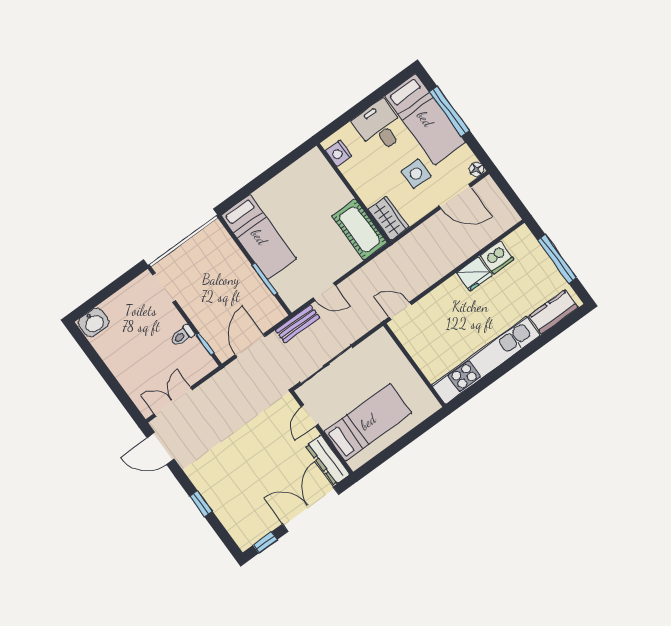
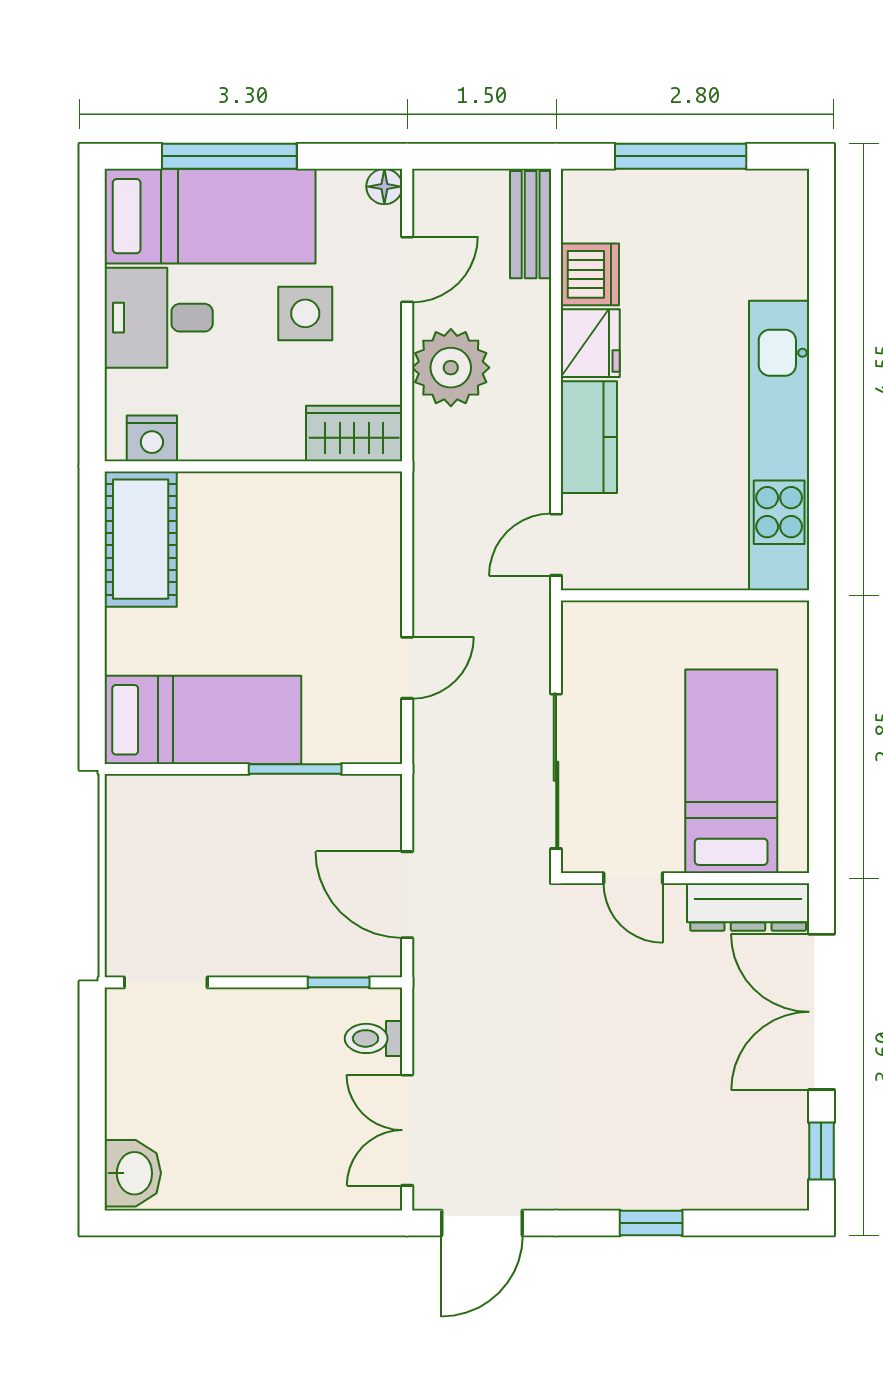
door: (455, 196) -> (407, 269), width x0.73
cot: (360, 229) -> (141, 539), moved, turned 90
plant: (433, 234) -> (451, 368), added
kitchen counter: (553, 312) -> (589, 437), moved, turned 180
bench: (298, 324) -> (531, 225), moved
toilet: (182, 336) -> (374, 1038), moved, turned 90

